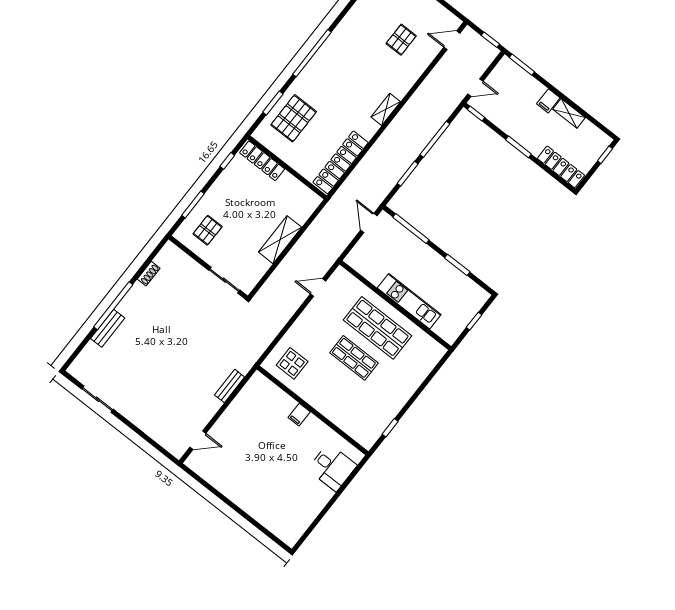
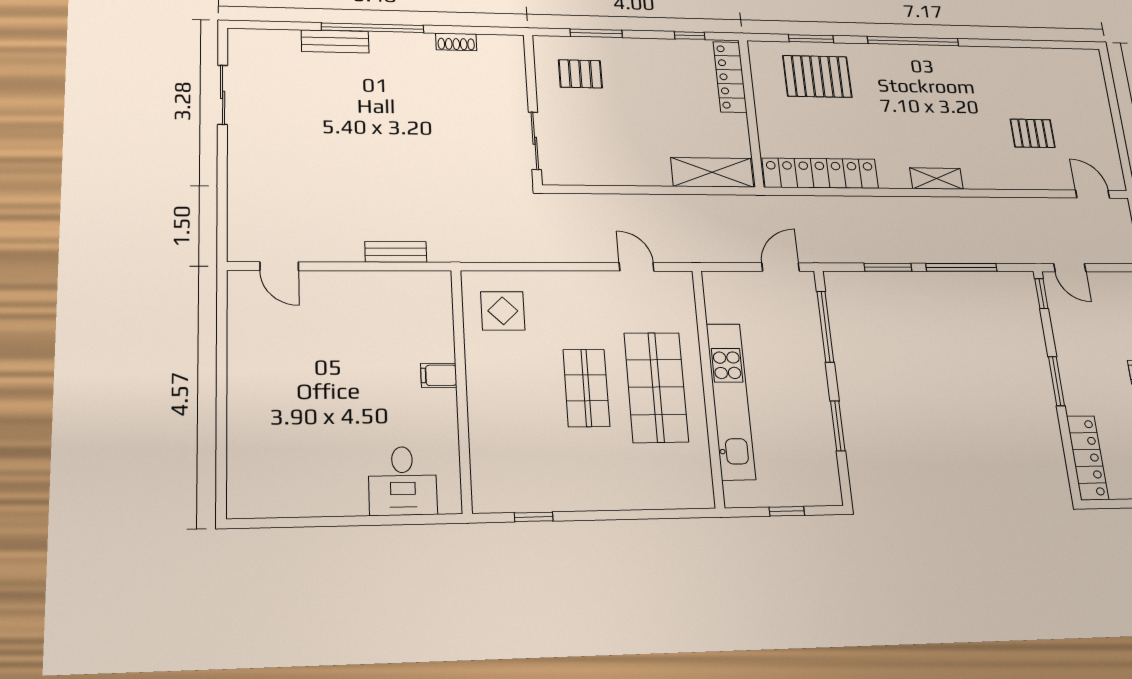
shelving: (280, 240) -> (712, 172), moved
kitchen unit: (409, 301) -> (731, 401), width x1.36

